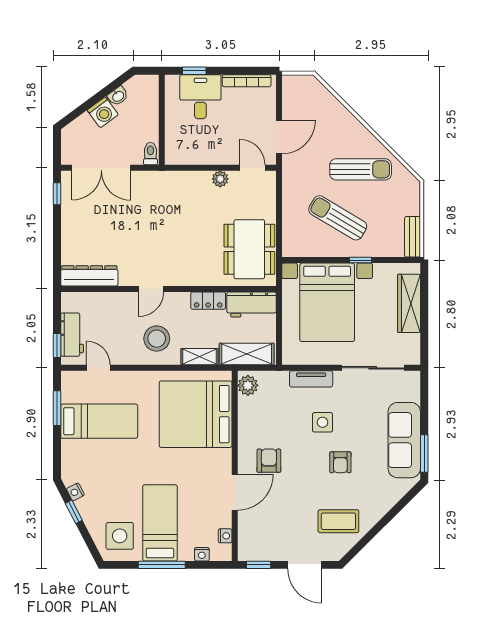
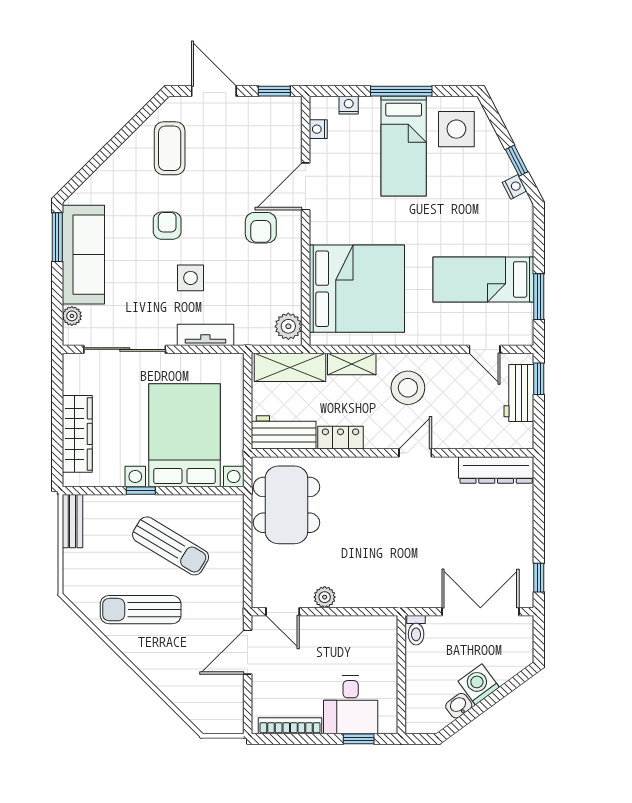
plant: (413, 393) -> (72, 316), added
coffee table: (338, 521) -> (170, 148), turned 90

